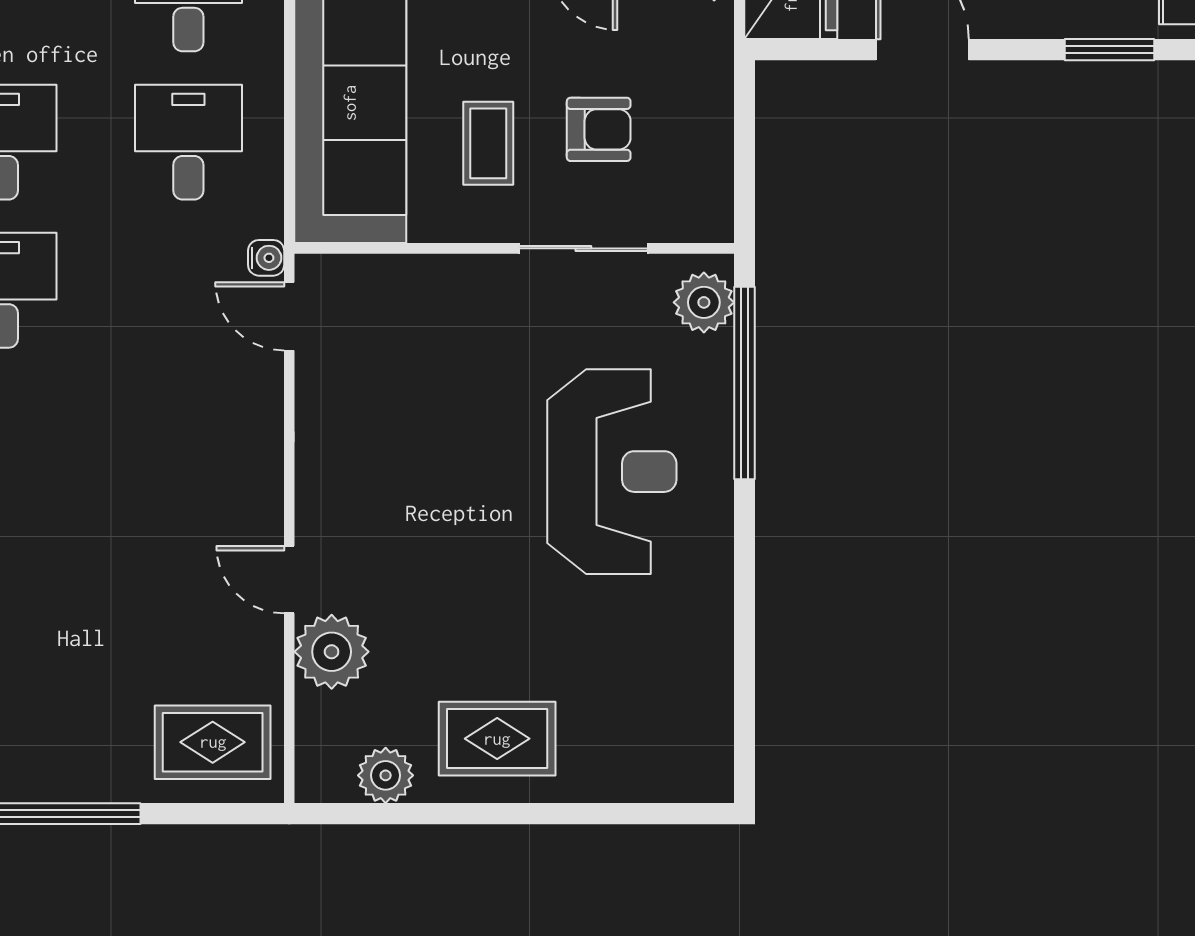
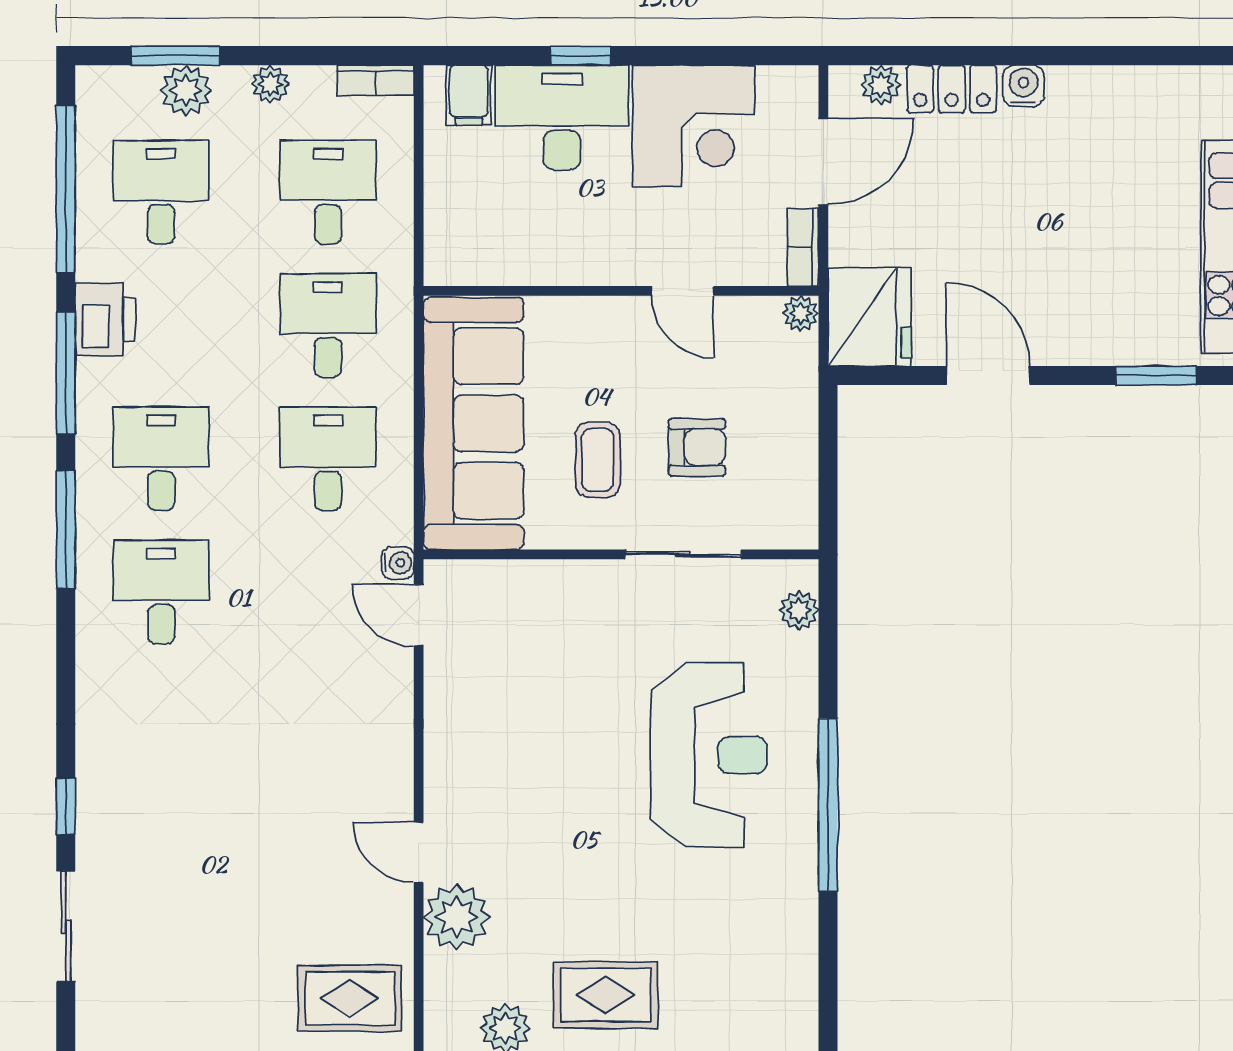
plant: (704, 302) -> (799, 610), width x0.73, depth x0.73
window: (744, 383) -> (828, 805), moved

